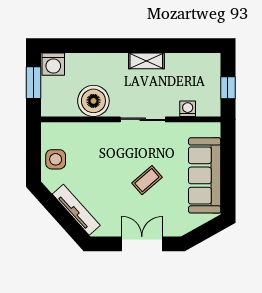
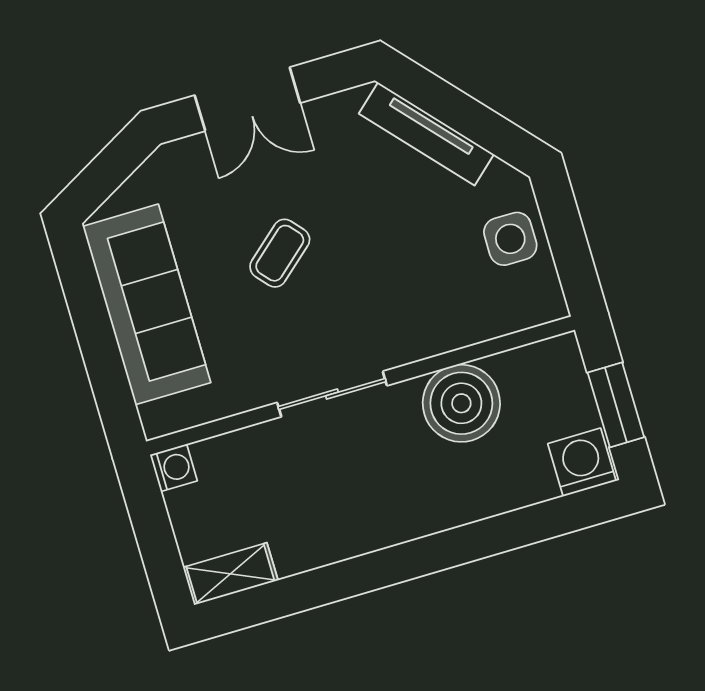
shelving: (146, 61) -> (230, 574), moved
window: (228, 88) -> (153, 528), removed
washing machine: (188, 109) -> (174, 468), moved, turned -90

